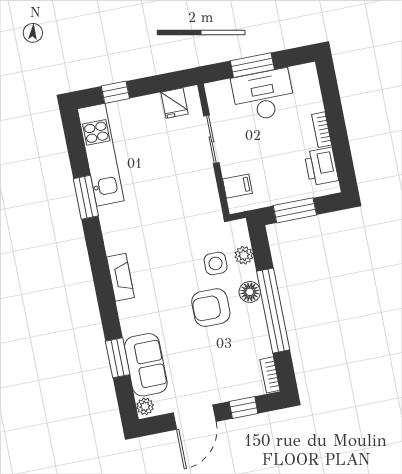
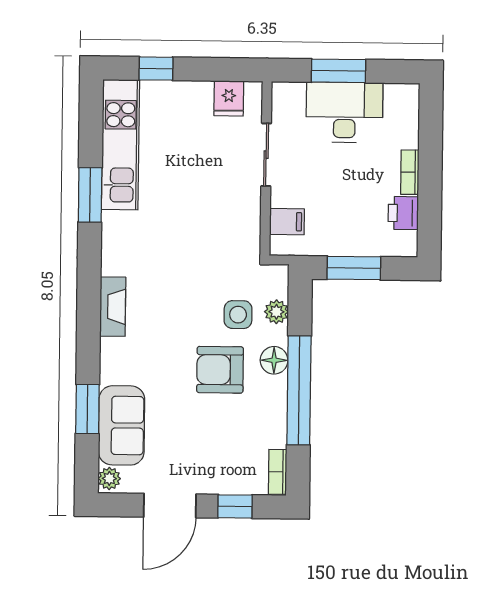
printer: (321, 166) -> (403, 213), width x0.73, depth x0.81

